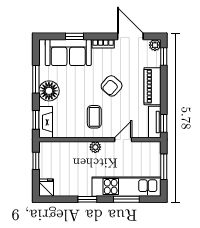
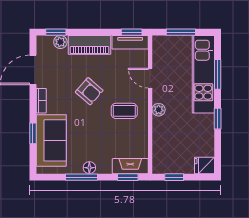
plant: (155, 45) -> (60, 42), moved
floor lamp: (49, 91) -> (89, 168), width x0.53, depth x0.53

